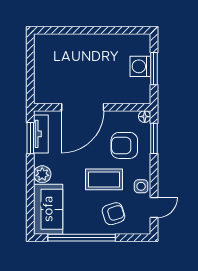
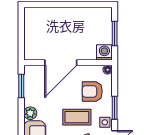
washing machine: (140, 66) -> (104, 52), moved, turned 90
tv unit: (41, 134) -> (29, 83), removed
window: (154, 138) -> (115, 108), moved

